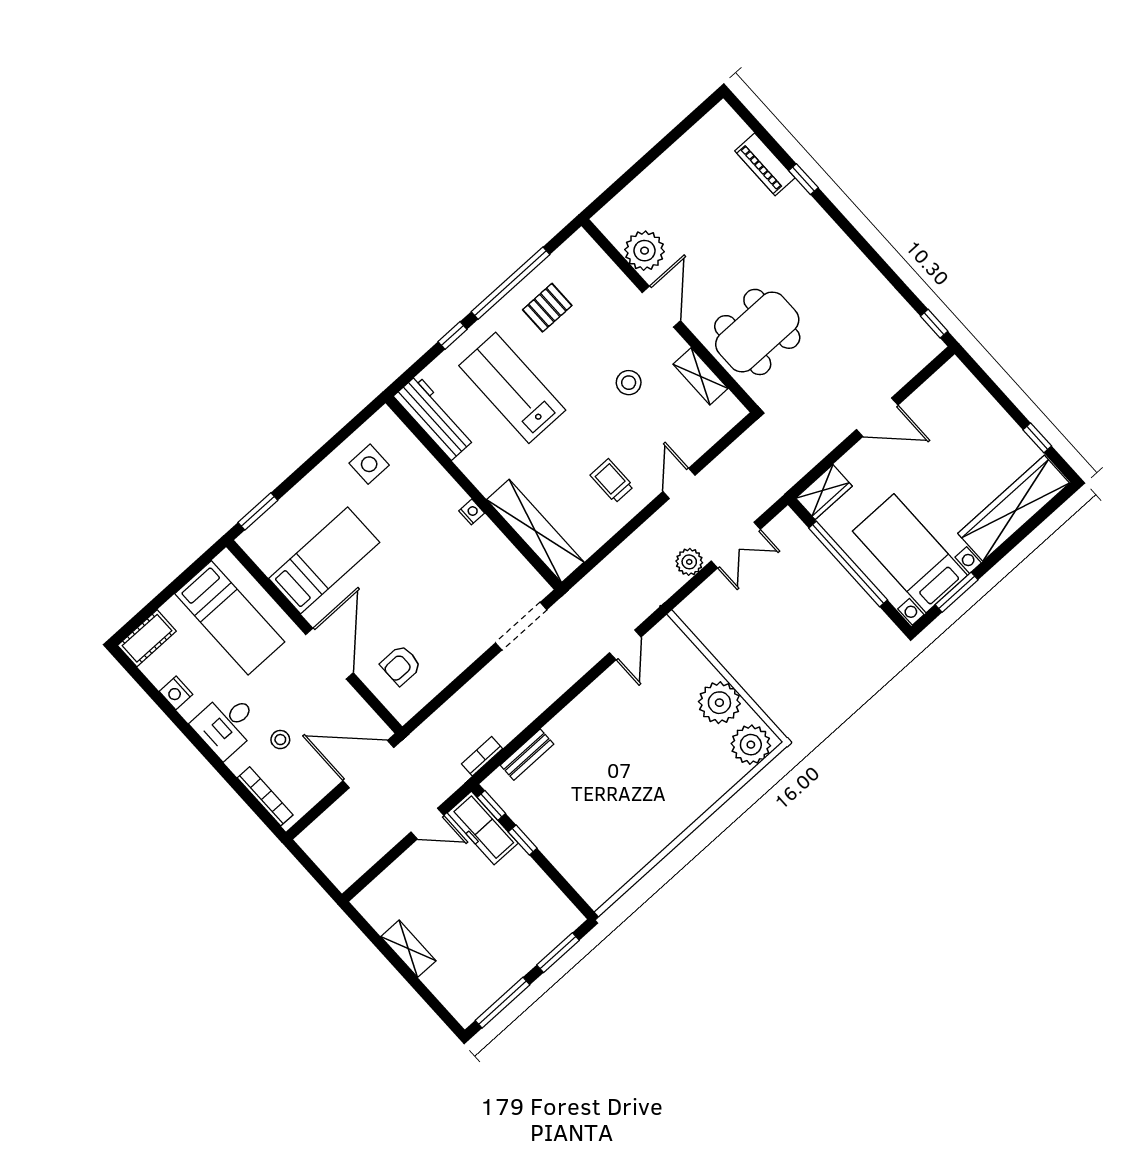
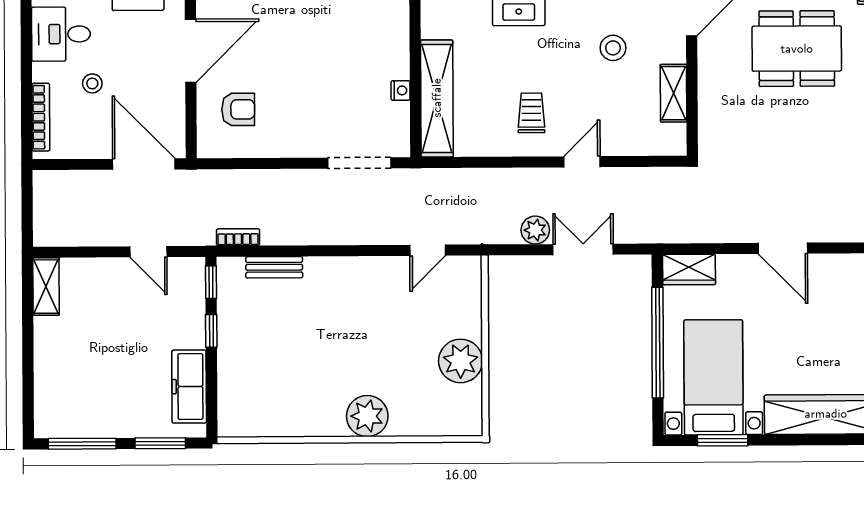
dining table: (757, 332) -> (797, 49), moved
nightstand: (472, 512) -> (401, 90), moved
double door: (736, 545) -> (583, 249), swing flipped
armchair: (401, 665) -> (238, 109), turned 180
plant: (751, 745) -> (367, 416), moved
freezer: (483, 828) -> (189, 387), moved
shelving: (408, 949) -> (46, 287), moved

